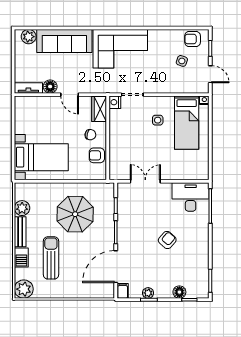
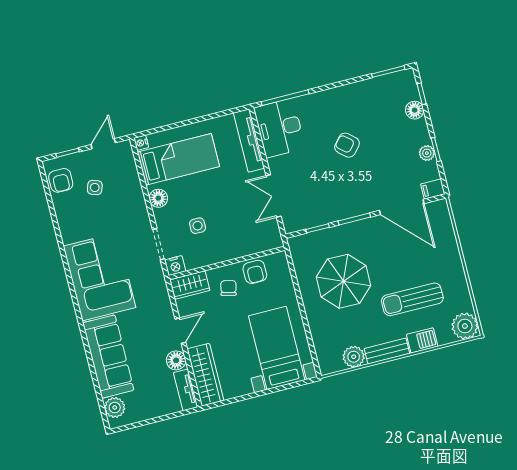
floor lamp: (164, 102) -> (158, 198), added
wardrobe: (35, 104) -> (205, 375), added
side table: (158, 120) -> (198, 226), moved
tv unit: (187, 174) -> (249, 141), added

